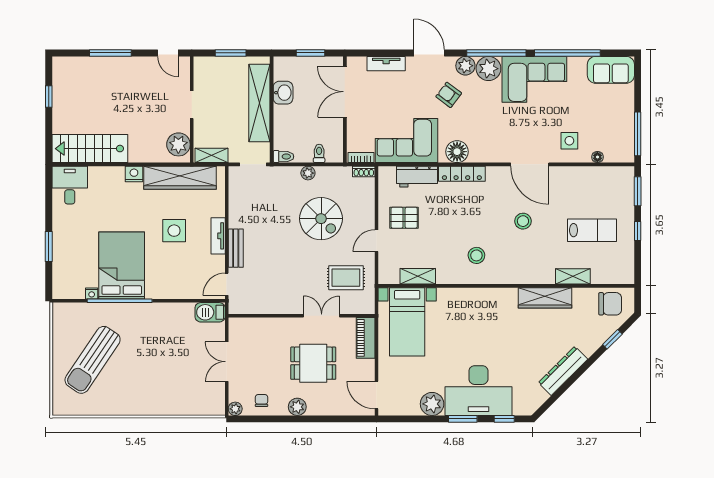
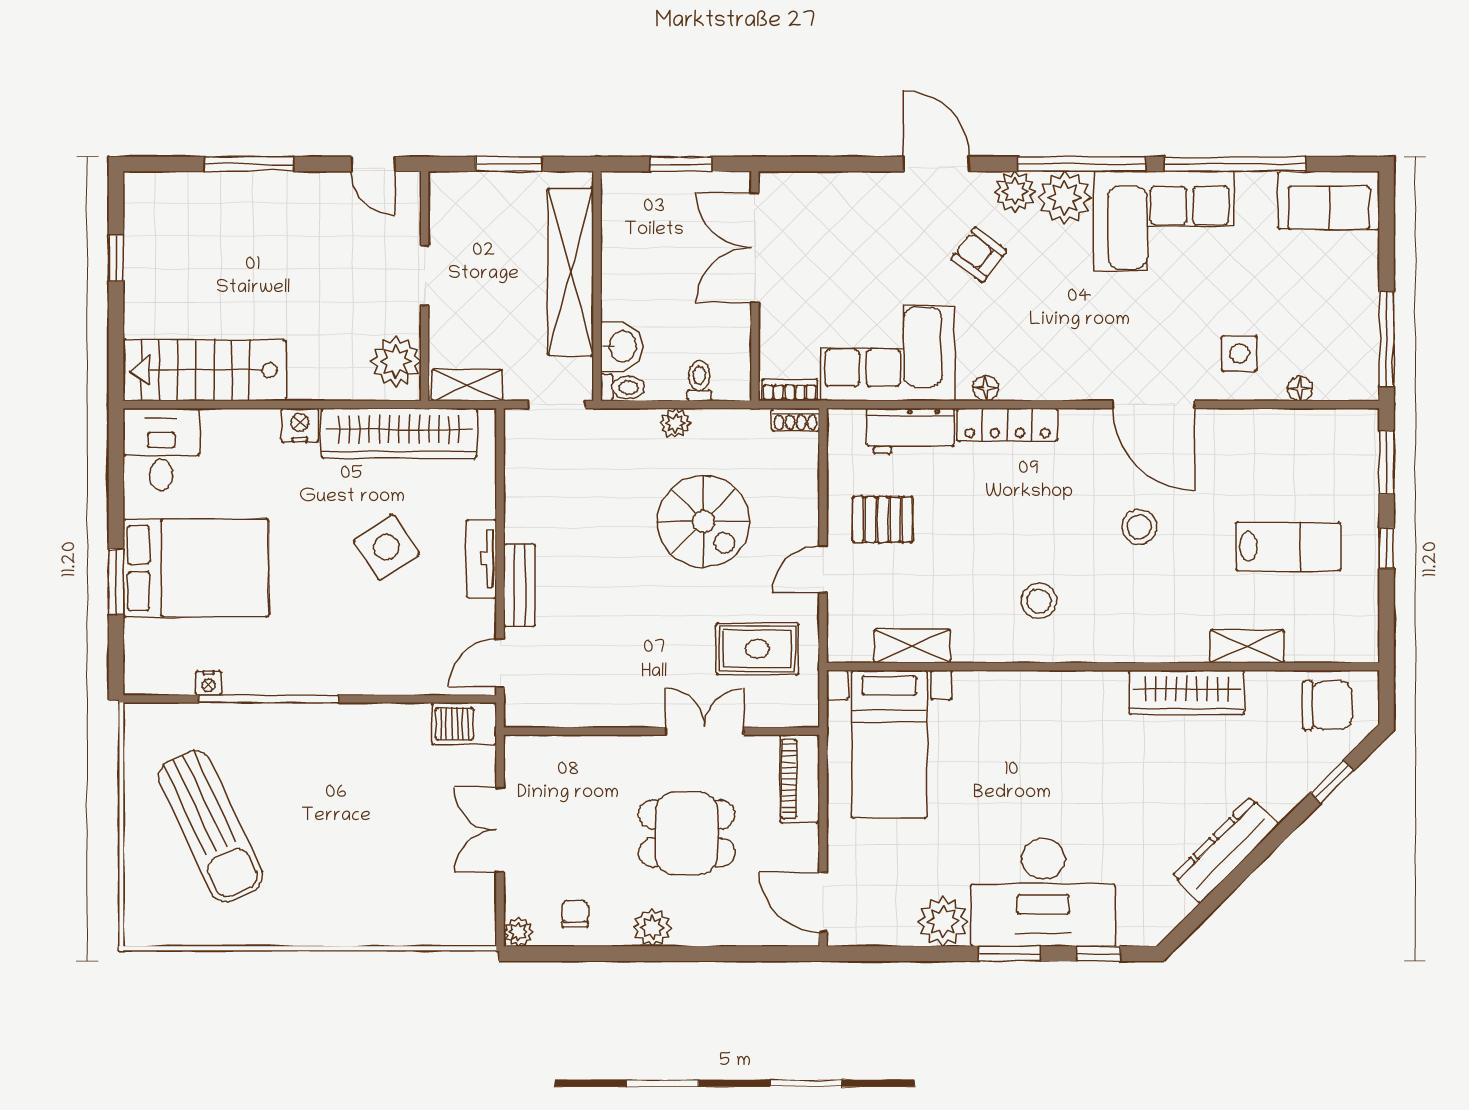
tv unit: (386, 64) -> (844, 187), removed
washbasin: (283, 93) -> (622, 346), moved
floor lamp: (457, 152) -> (986, 388), width x0.53, depth x0.53
side table: (174, 231) -> (386, 547), turned -34
bed: (122, 265) -> (196, 568), moved, turned 90
sun lounger: (93, 360) -> (211, 826), turned -59

